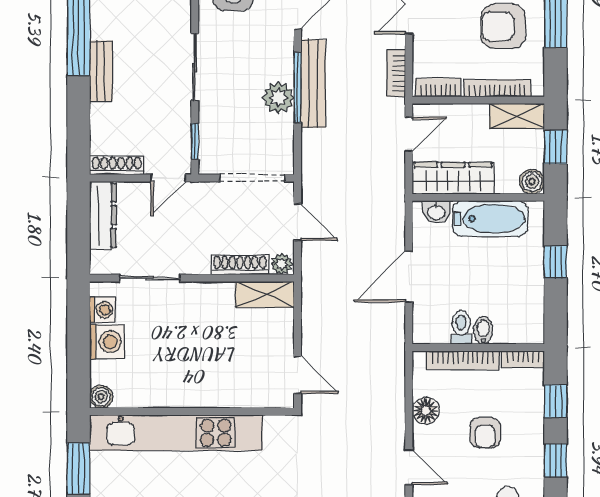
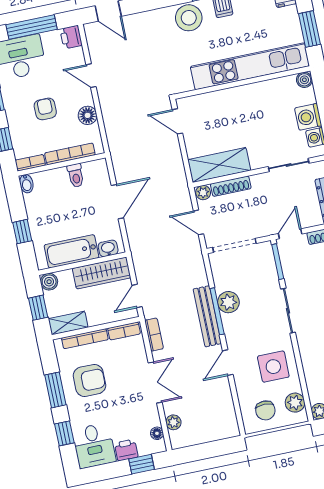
window: (195, 141) -> (278, 262), width x1.50
shelving: (265, 295) -> (219, 165), width x1.50, depth x1.33
bidet: (483, 330) -> (26, 184), moved

